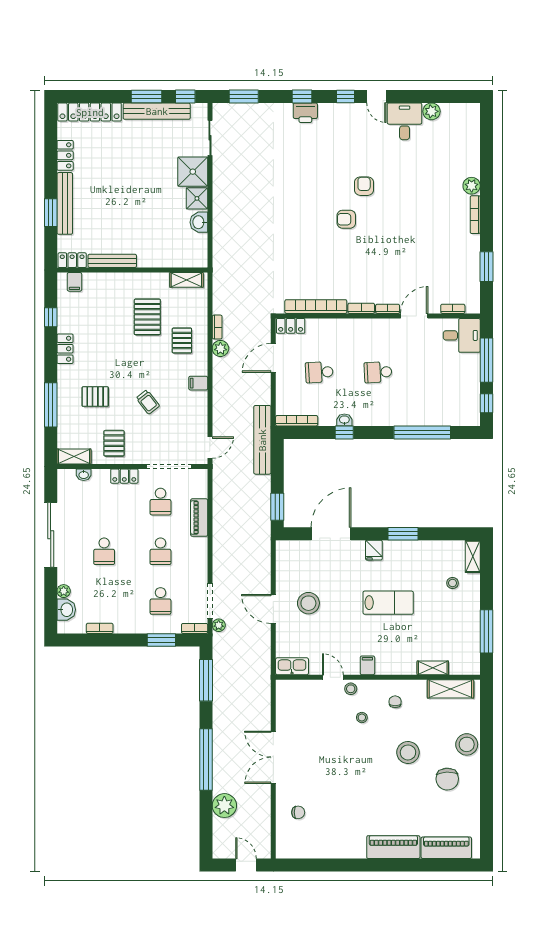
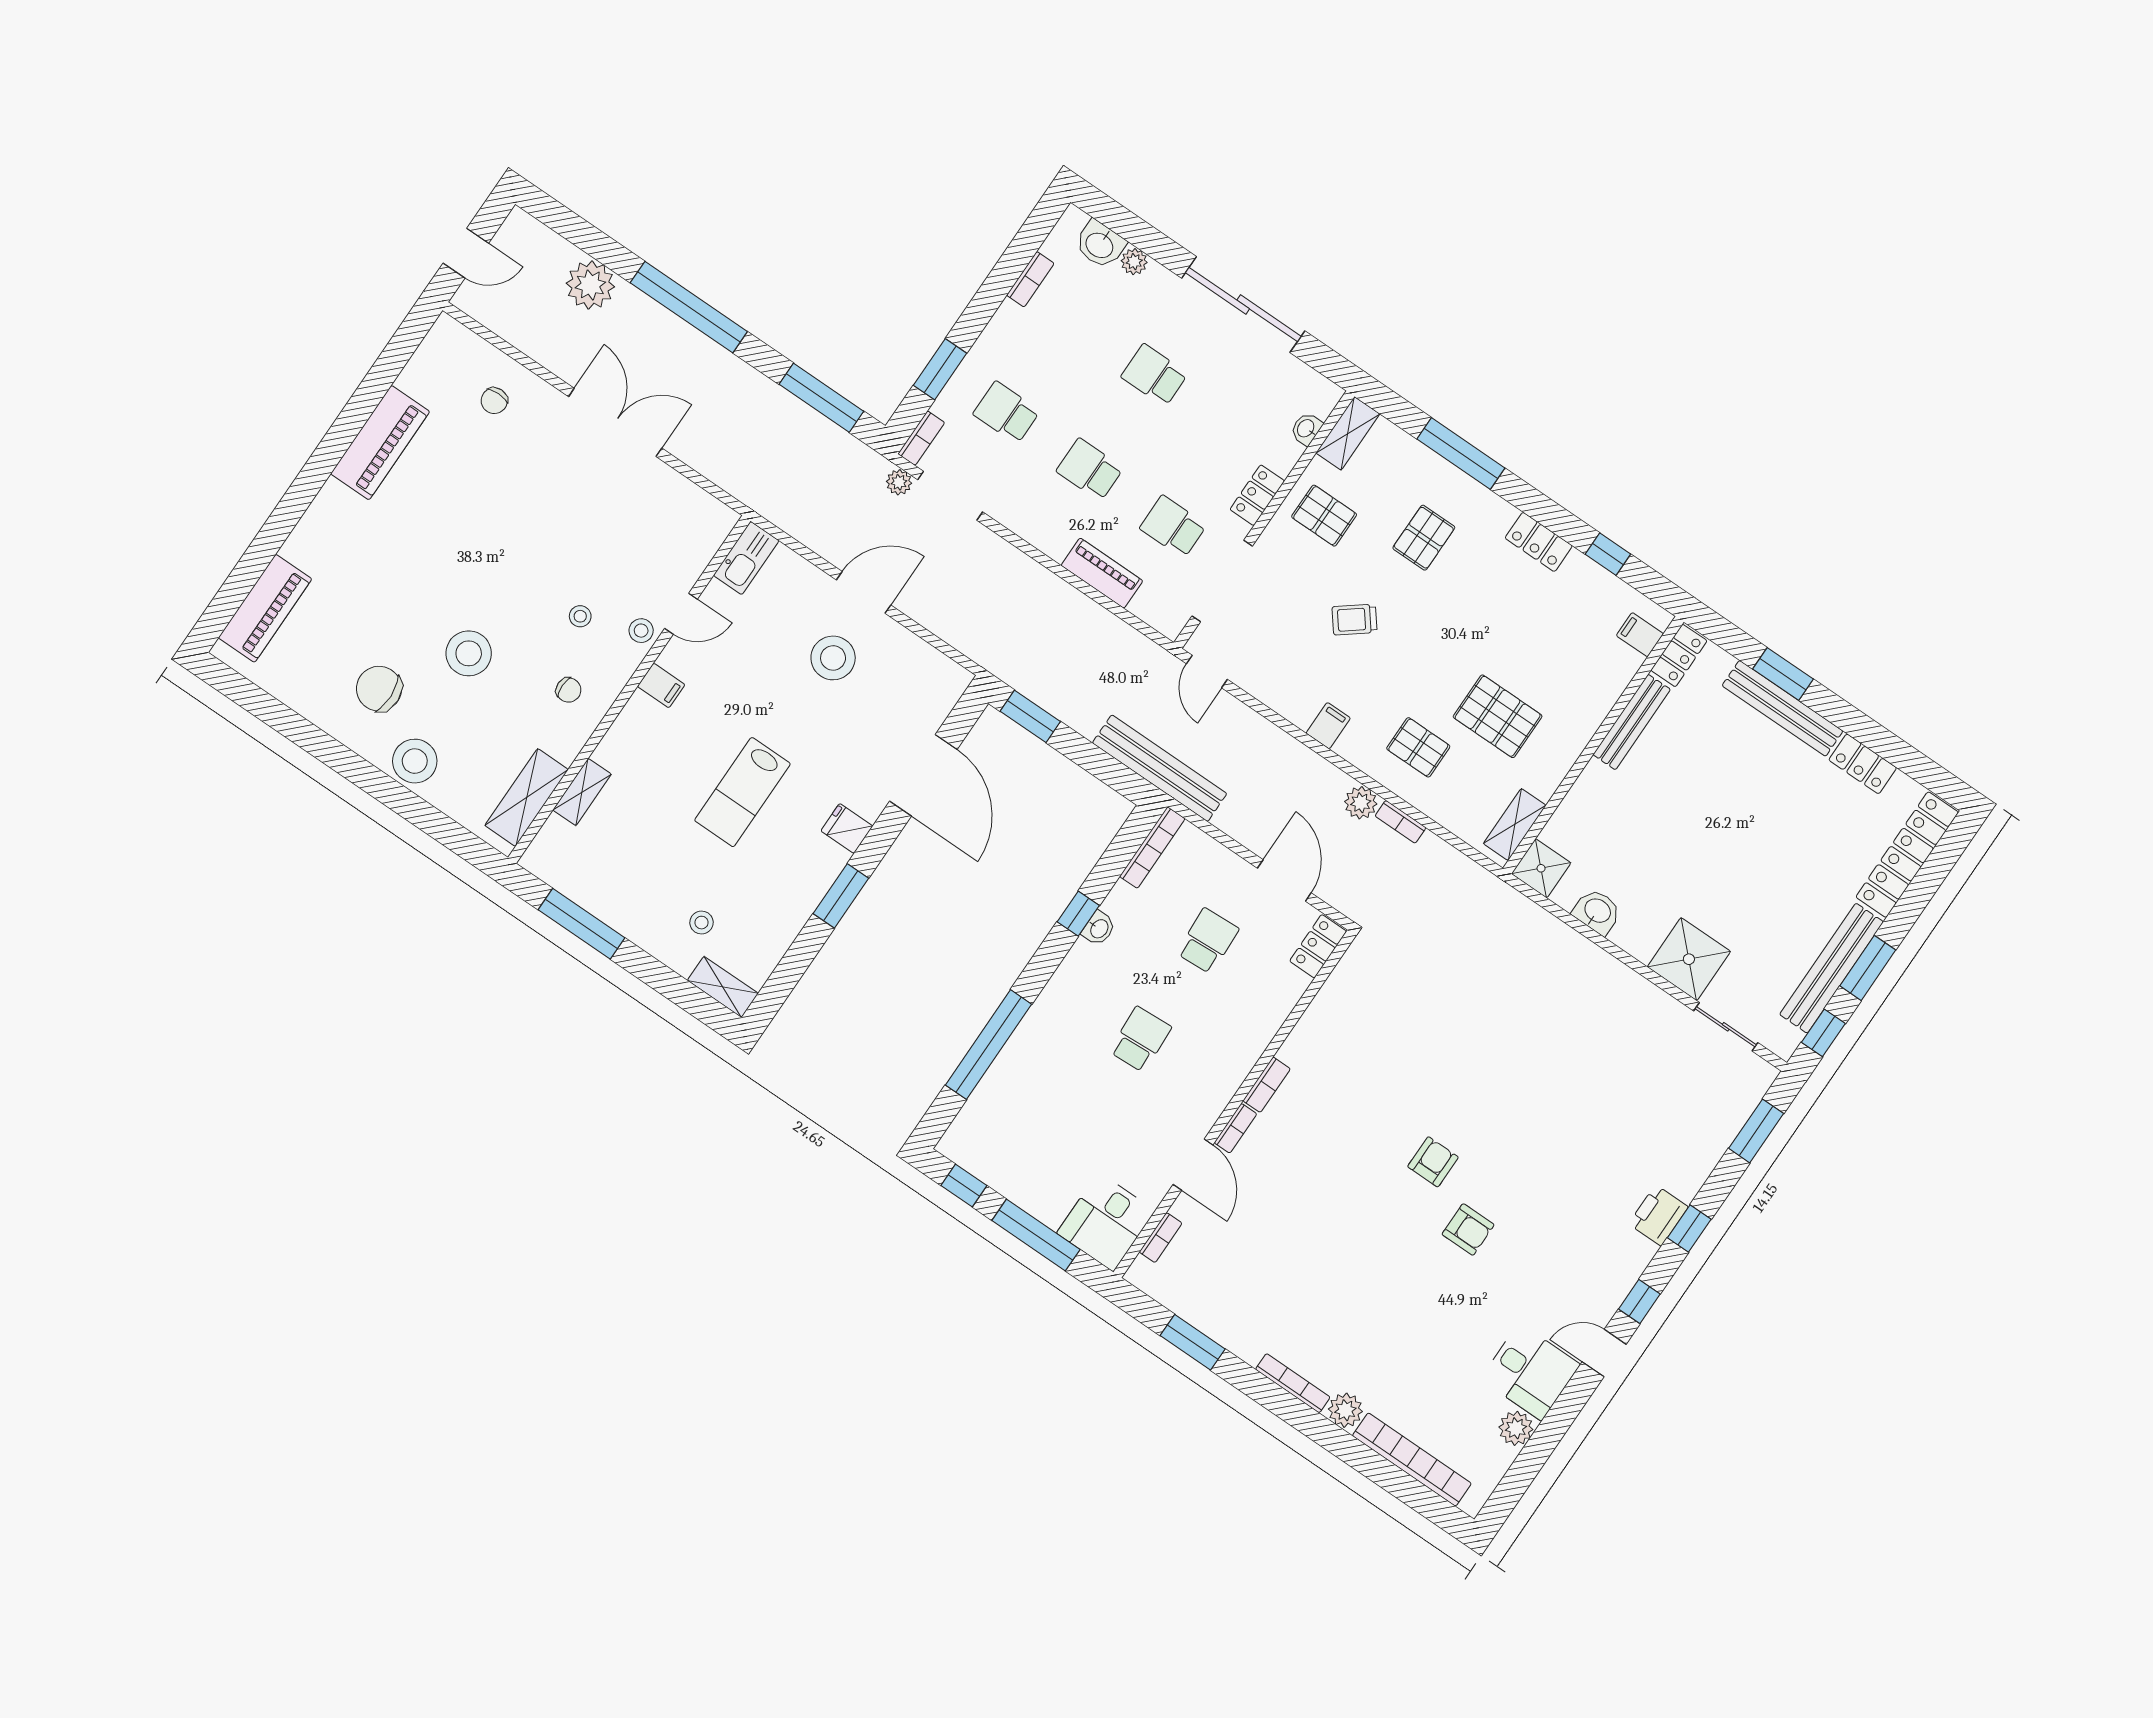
shower: (197, 198) -> (1541, 868), moved
bookcase: (316, 307) -> (1412, 1460), moved, turned -90
piano: (393, 847) -> (380, 443), moved

